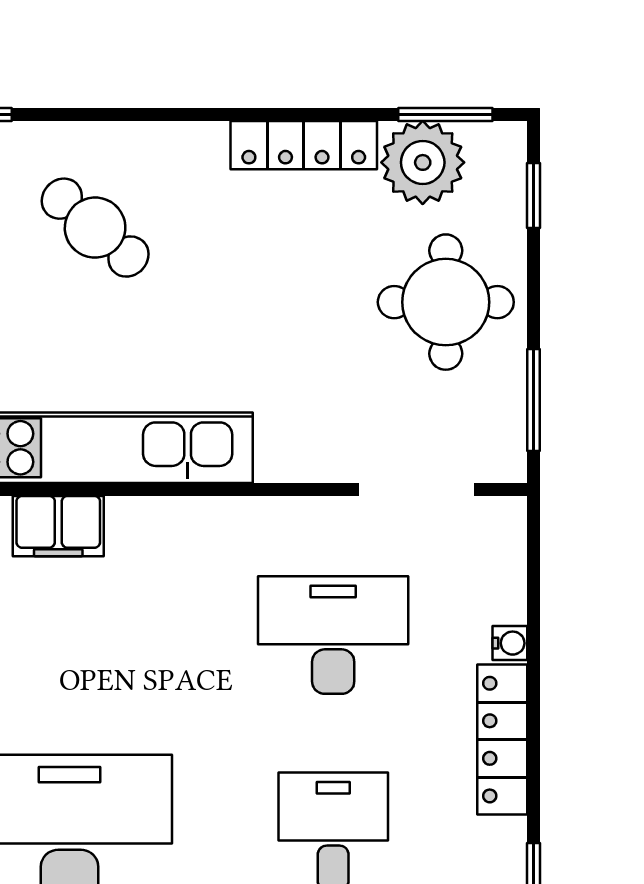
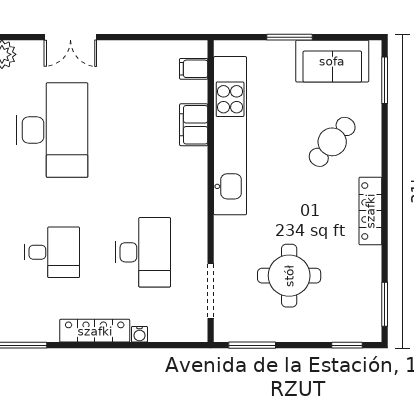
locker: (304, 145) -> (370, 211), moved
plant: (423, 162) -> (362, 294), removed
round table: (446, 302) -> (289, 276), moved

